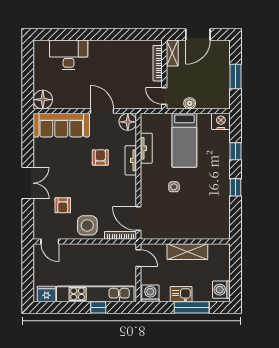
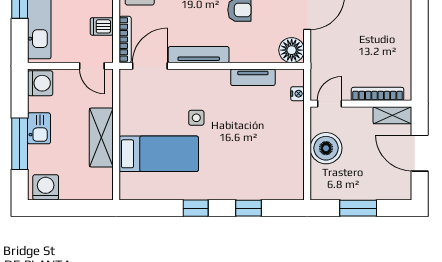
boiler: (190, 103) -> (326, 148), width x1.86, depth x1.86
nightstand: (221, 121) -> (298, 94), moved, width x0.53, depth x0.56
bed: (184, 140) -> (159, 154), moved, turned 180
tv unit: (131, 160) -> (199, 55), moved, width x1.41
dishwasher: (112, 251) -> (102, 26), added
door: (138, 258) -> (92, 66), hinge flipped

